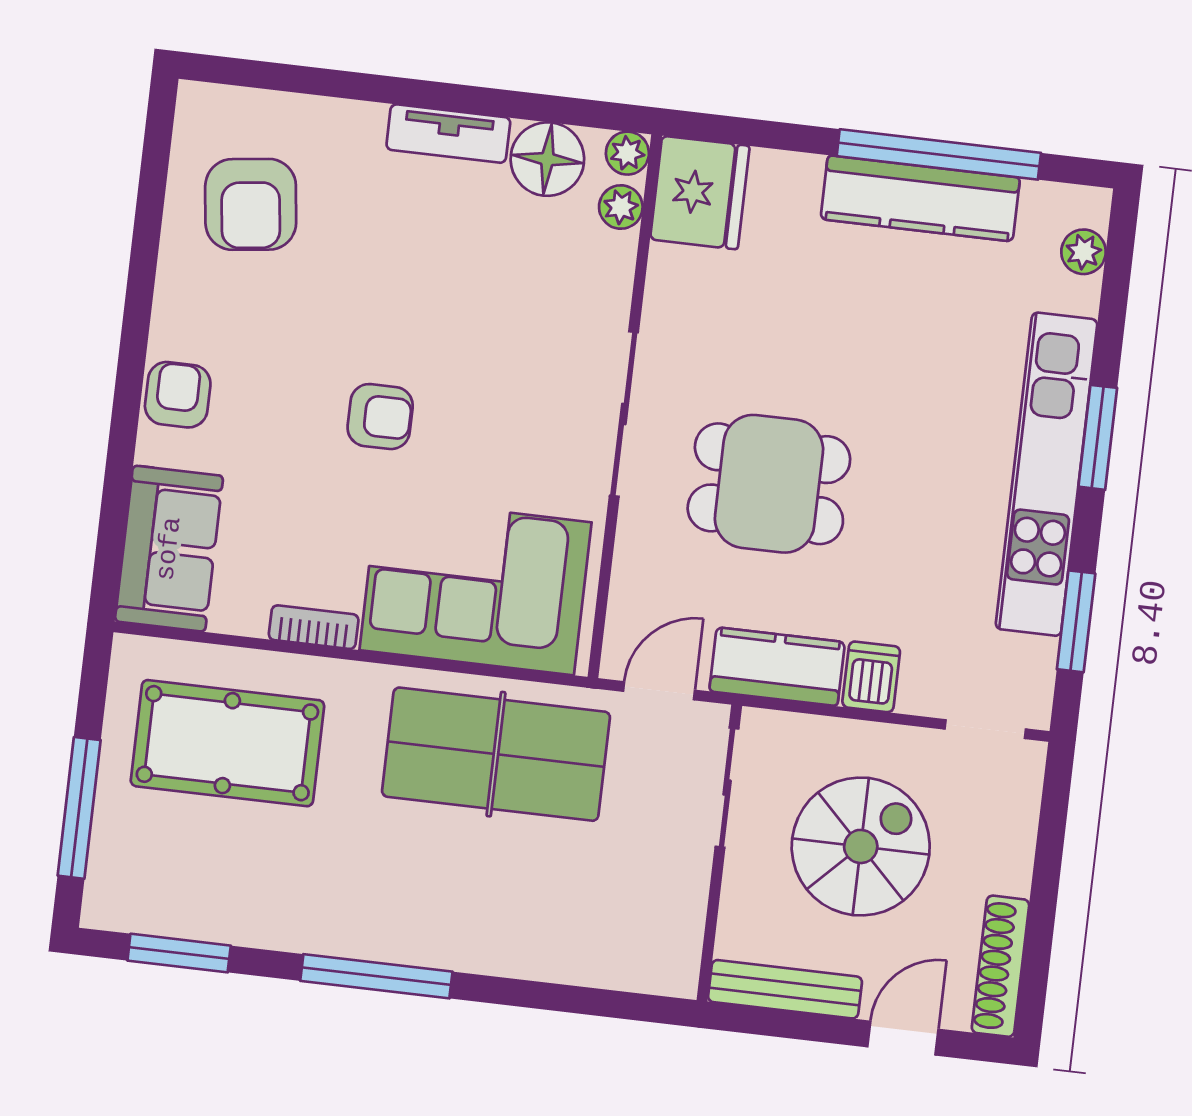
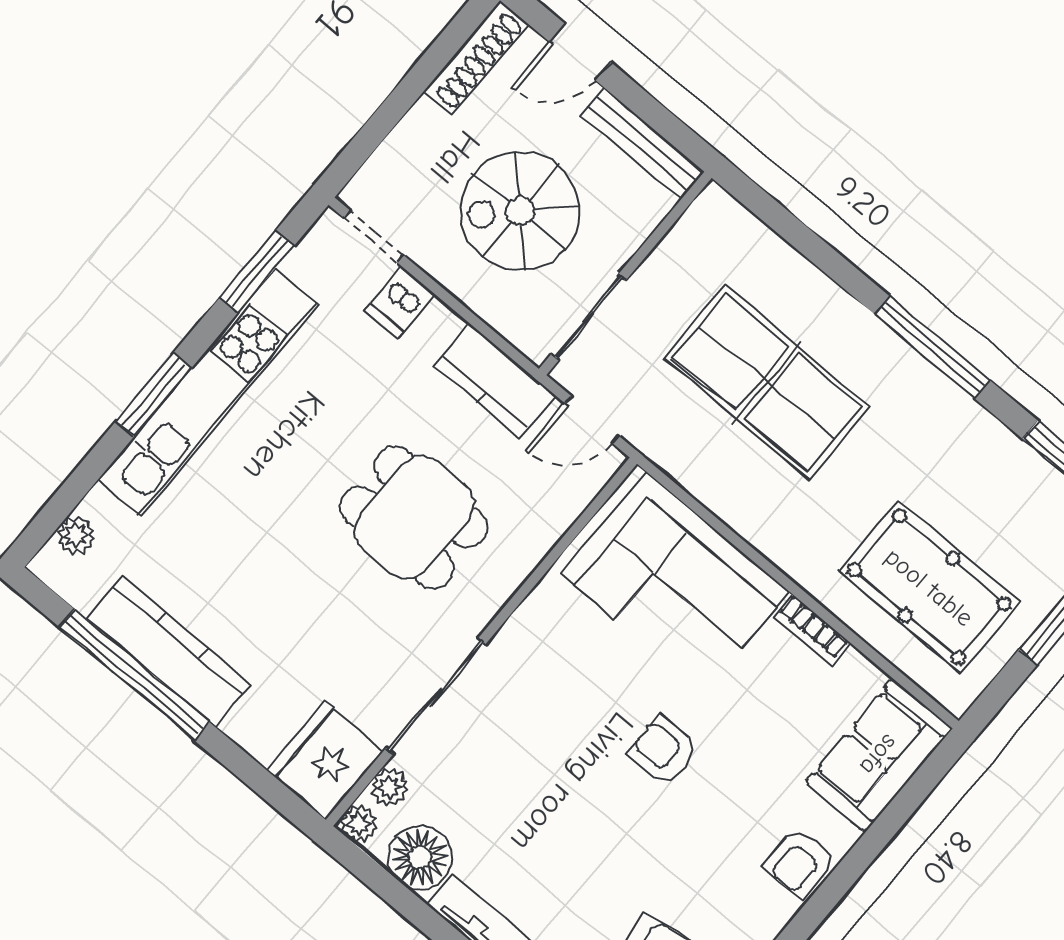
sliding door: (624, 414) -> (436, 696), moved
dishwasher: (871, 677) -> (400, 302), moved
table tennis table: (496, 754) -> (767, 382), moved

